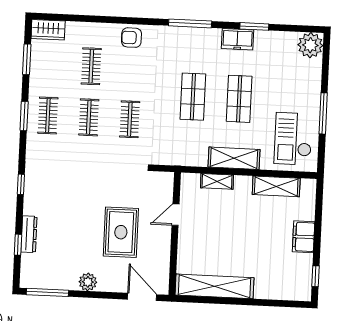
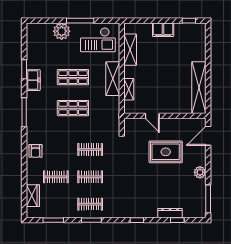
wardrobe: (48, 30) -> (33, 196), moved
plant: (310, 45) -> (62, 31), moved

